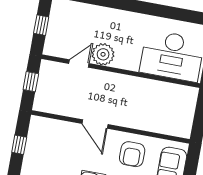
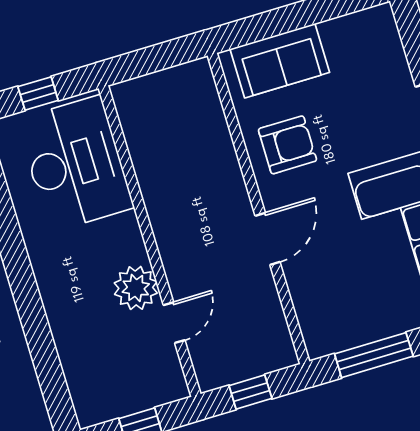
door: (79, 63) -> (174, 323), swing flipped
window: (19, 145) -> (374, 355), width x2.17

